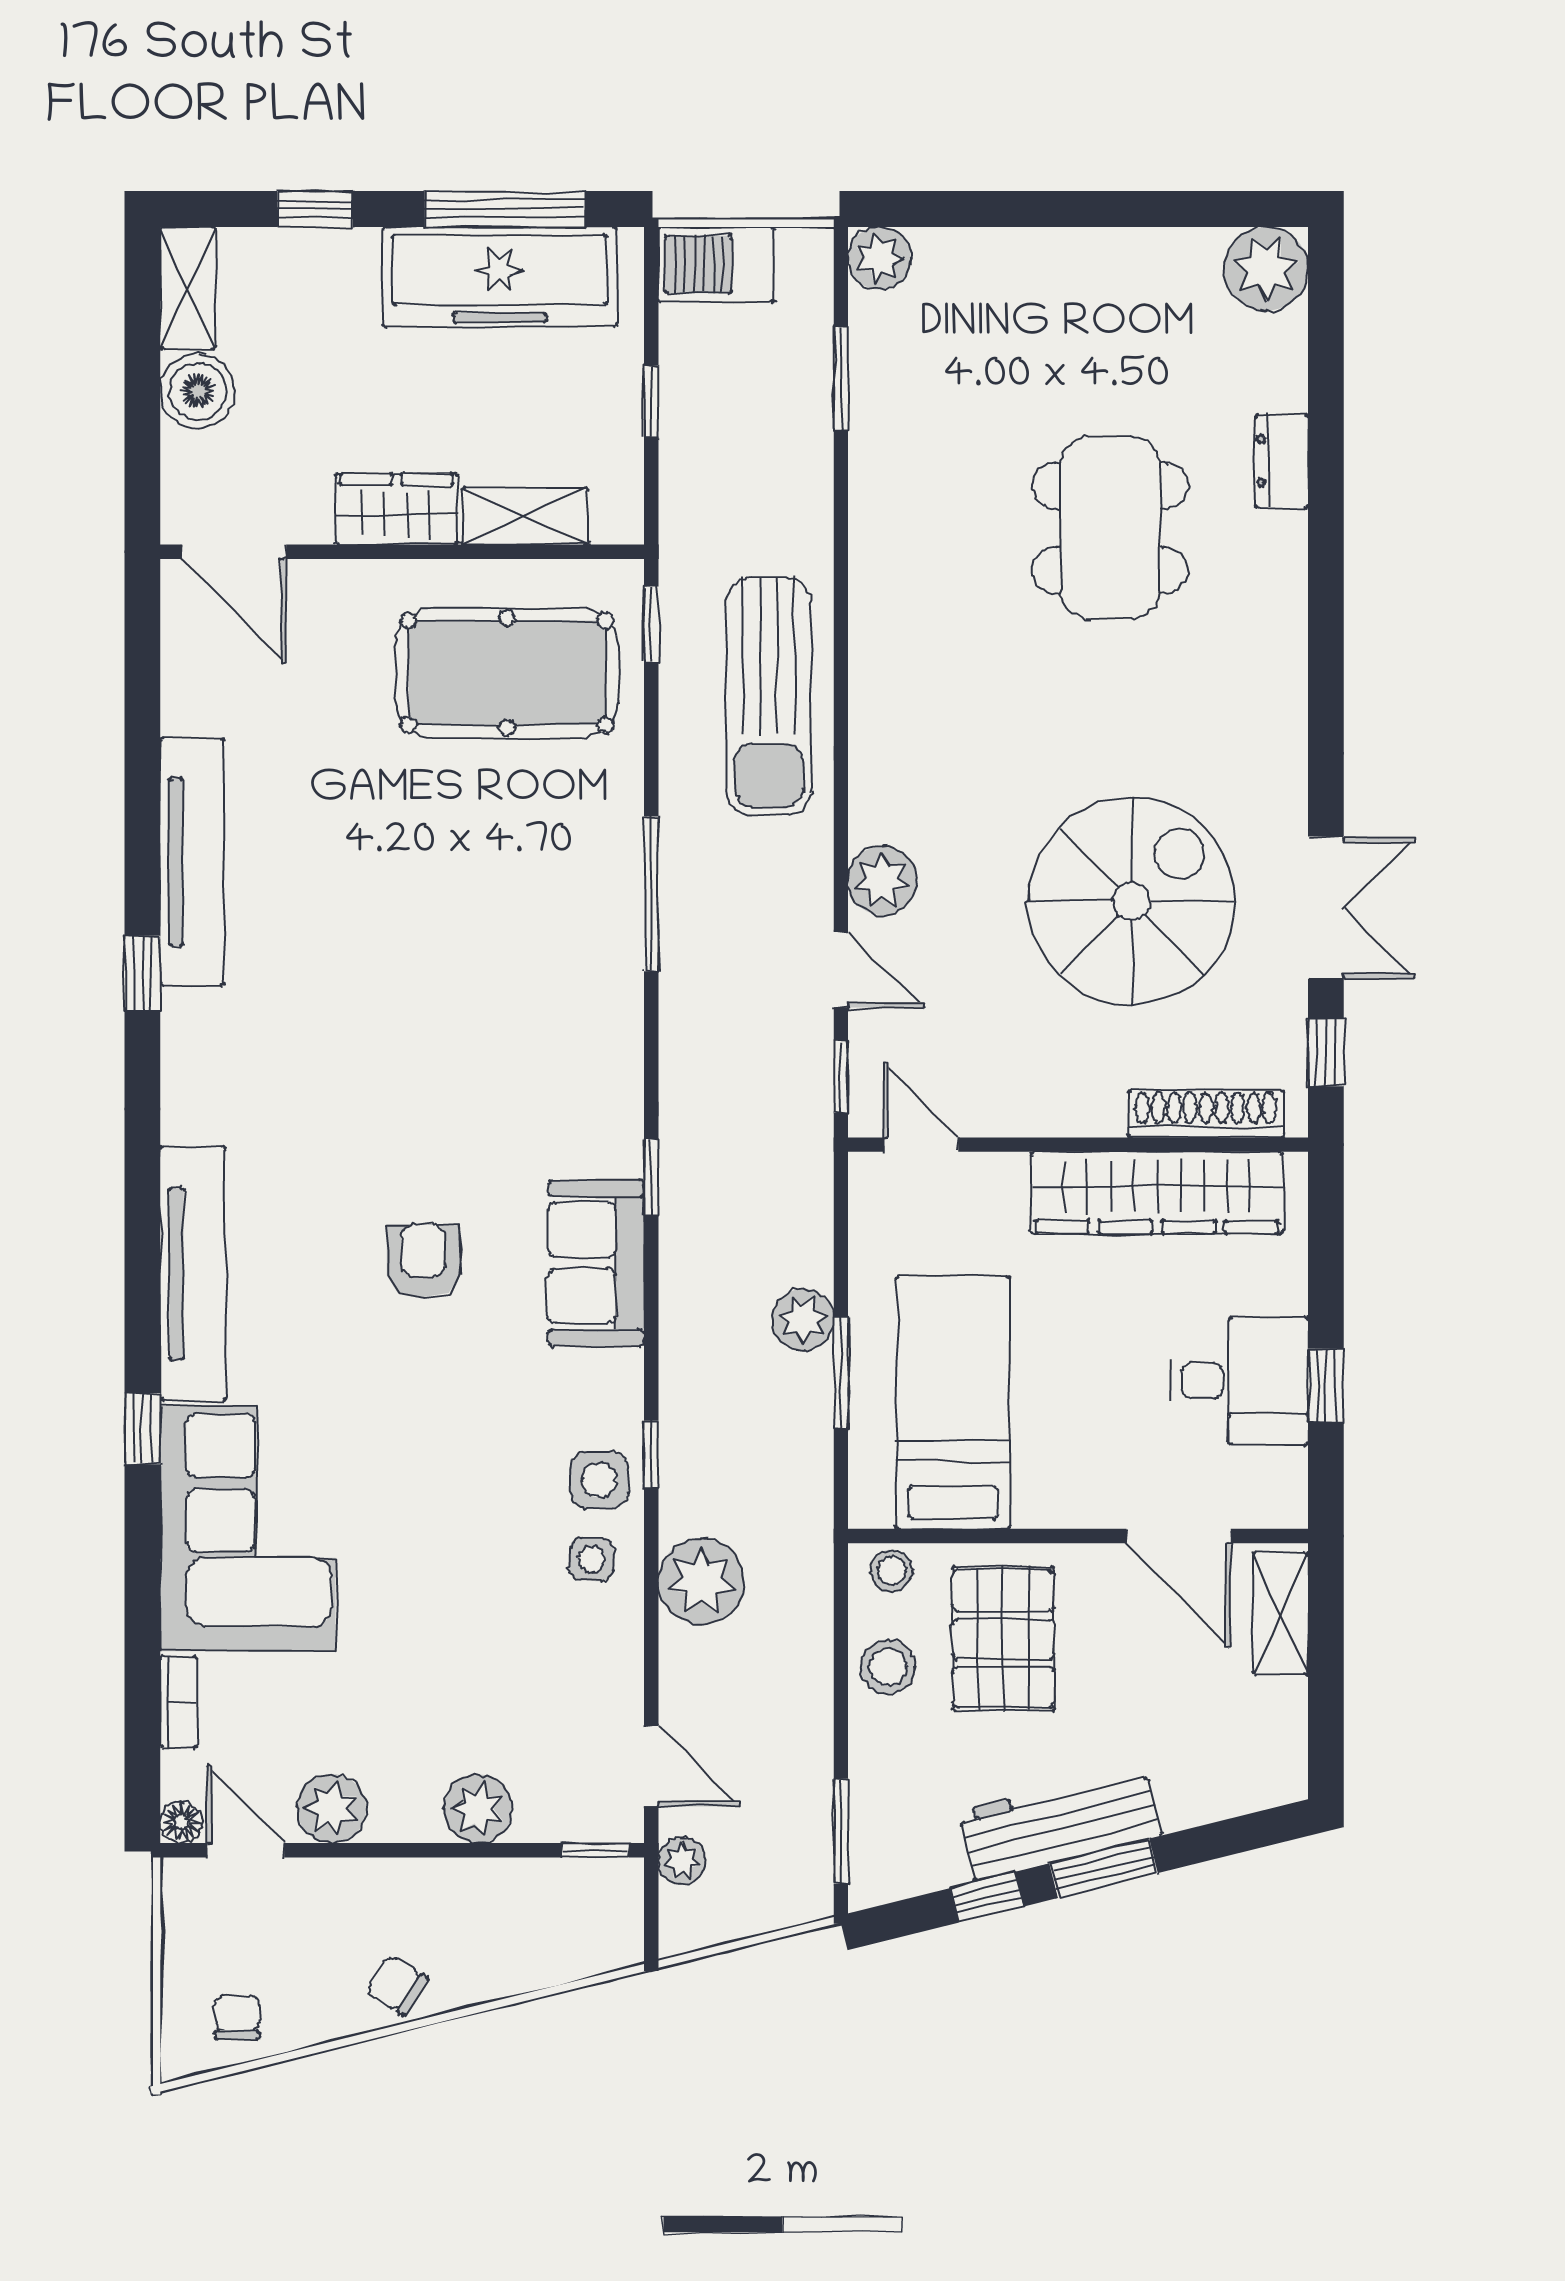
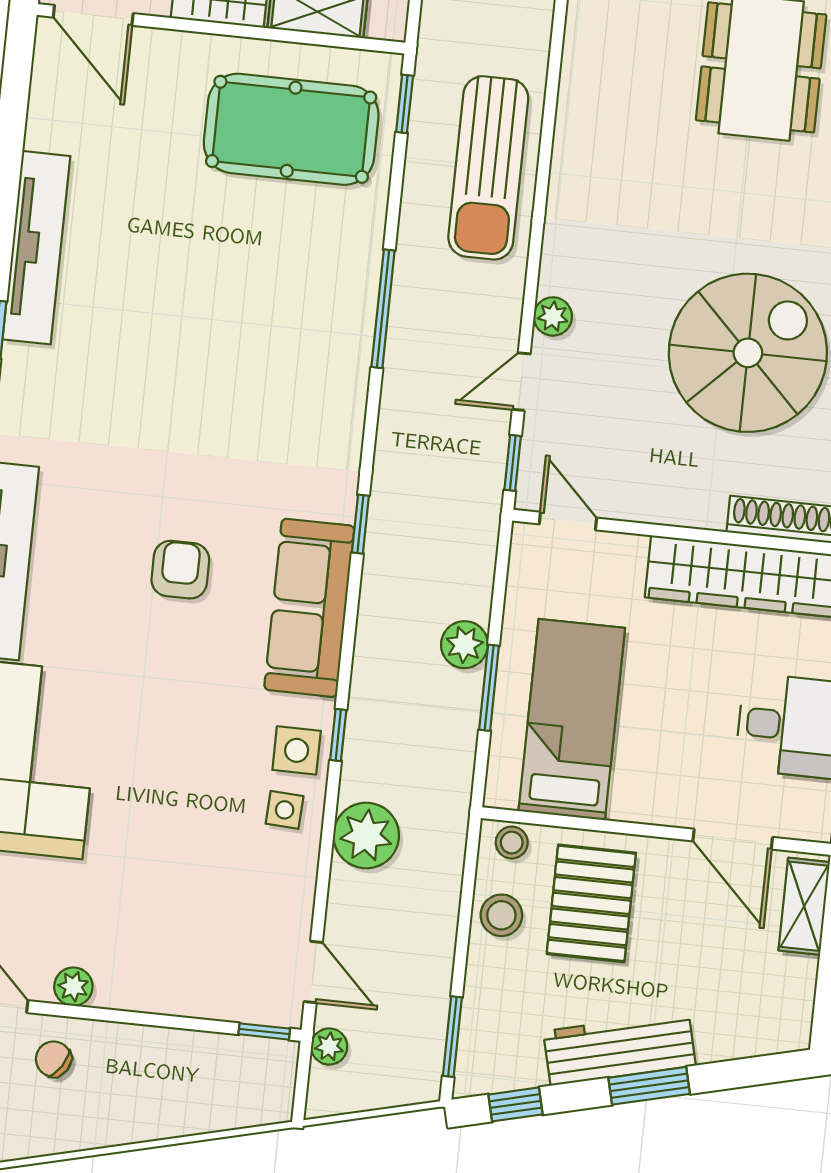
plant: (882, 881) -> (553, 316), width x0.73, depth x0.73
door: (841, 970) -> (521, 382), swing flipped
sofa: (596, 1263) -> (309, 608), width x1.36
plant: (332, 1809) -> (73, 987), width x0.73, depth x0.73
plant: (478, 1809) -> (178, 991), removed
window: (987, 1897) -> (516, 1104), moved
chair: (397, 1985) -> (54, 1059), moved

